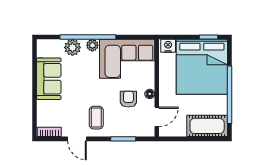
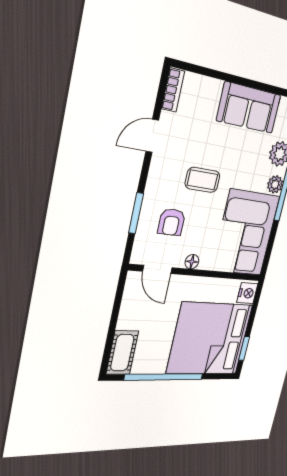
armchair: (128, 99) -> (171, 222), moved, turned 90
coffee table: (96, 118) -> (203, 180), moved
cot: (207, 126) -> (122, 353), width x0.73, depth x0.75

